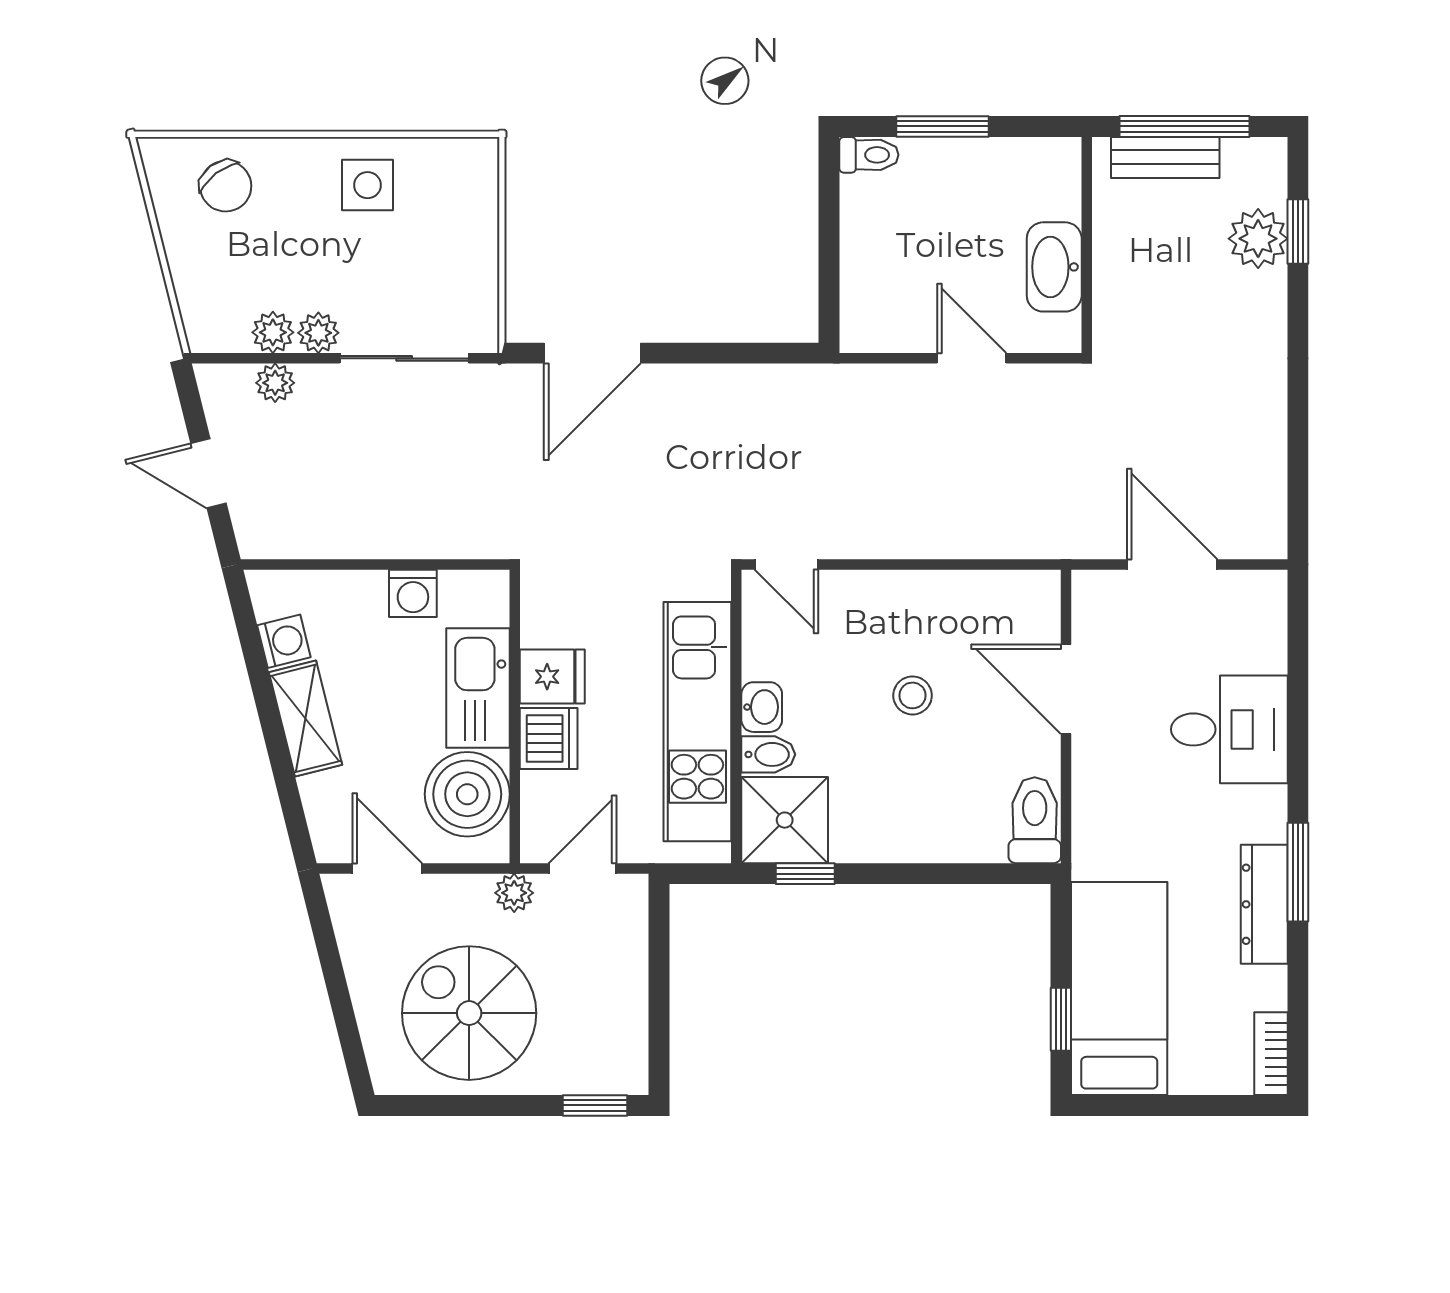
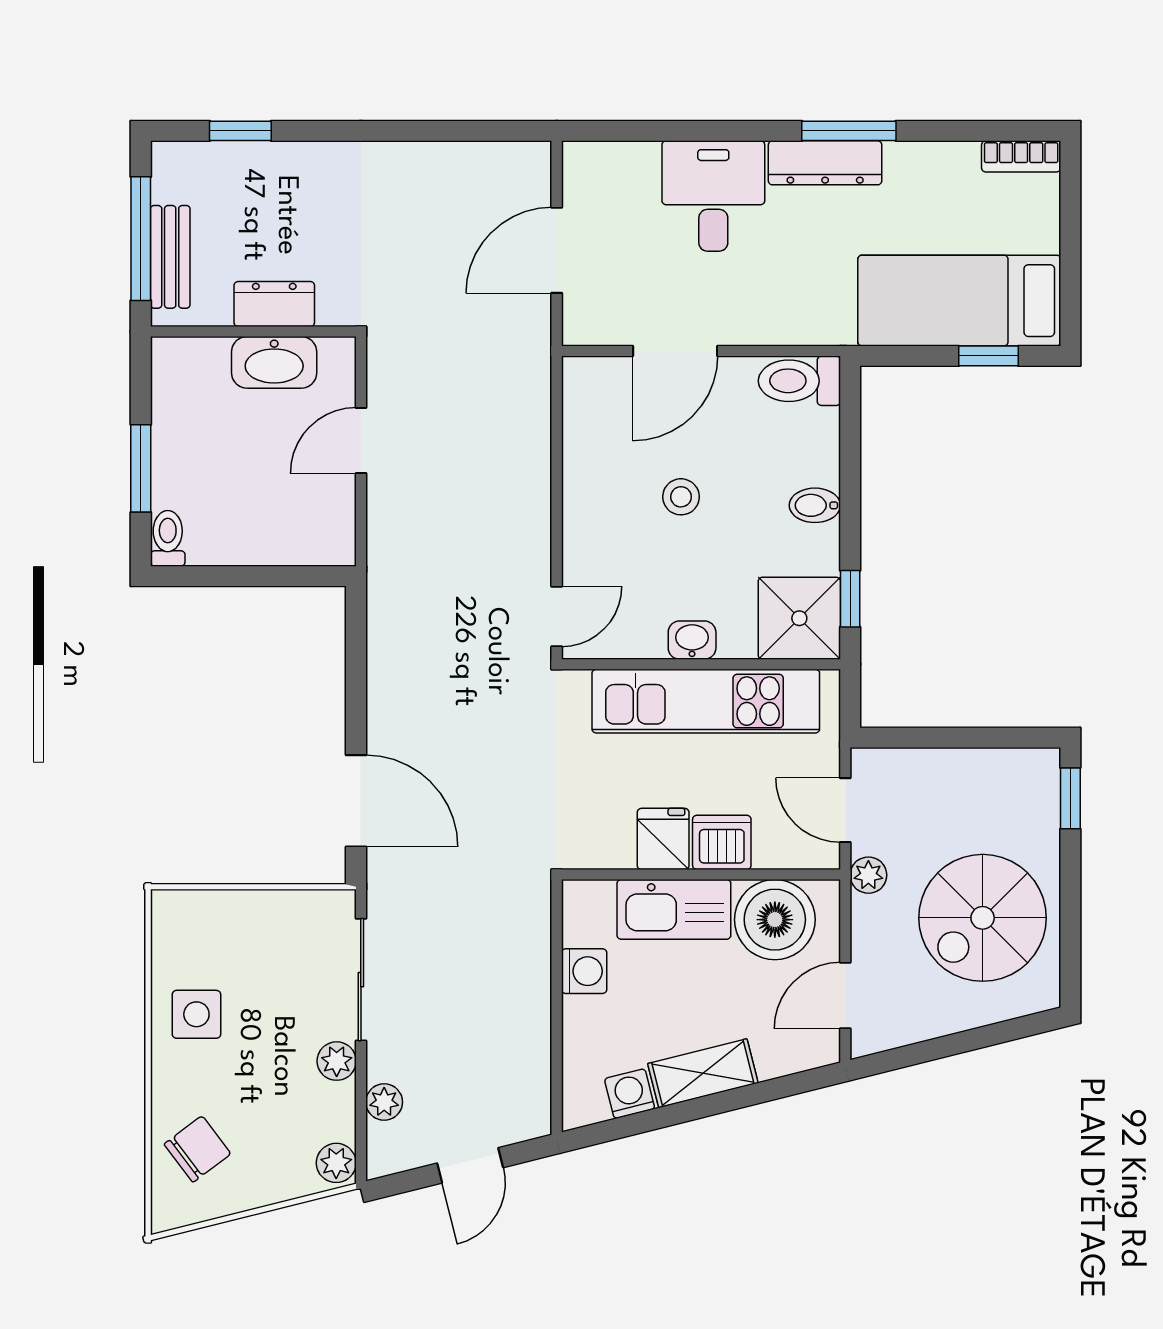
plant: (1258, 239) -> (247, 169), removed
dresser: (1116, 267) -> (274, 304), added
plant: (273, 332) -> (336, 1163), moved
bidet: (768, 754) -> (815, 505), moved, turned -90
dresser: (1264, 904) -> (825, 163), moved

